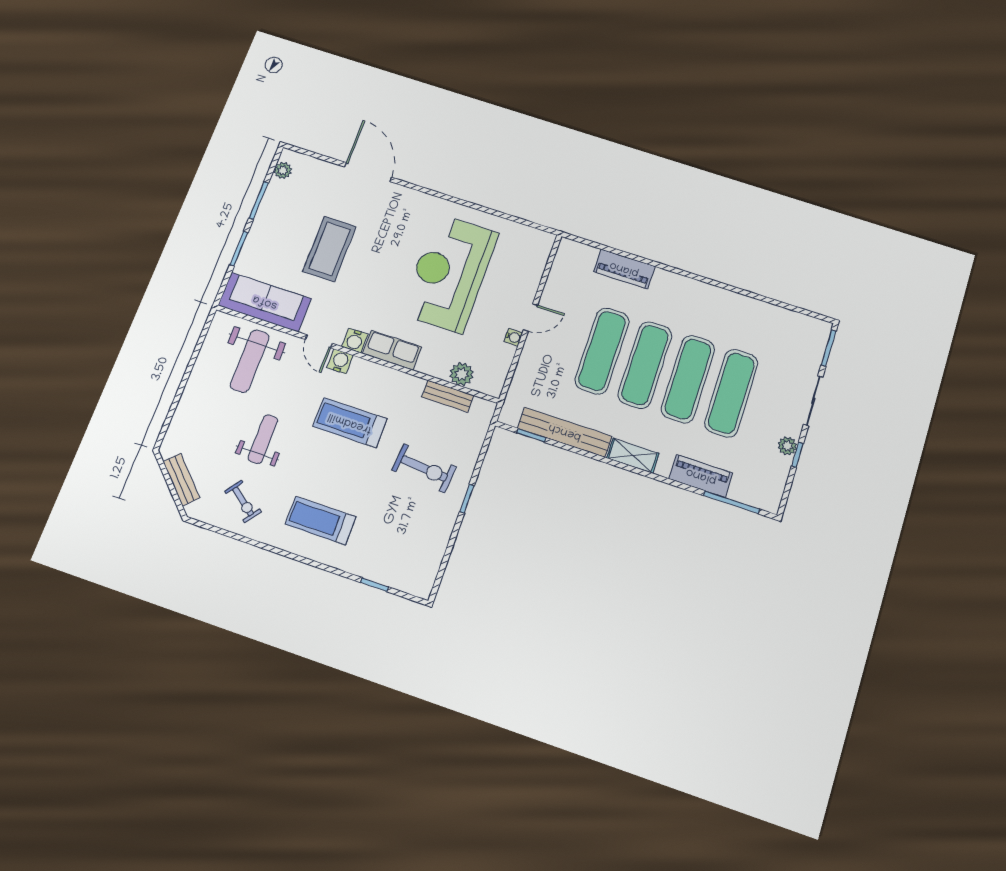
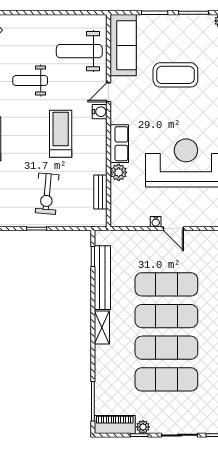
water cooler: (355, 340) -> (117, 116), removed
plant: (462, 374) -> (119, 172), moved
weight bench: (263, 439) -> (30, 81), turned 180
piano: (701, 476) -> (115, 424), moved, turned -90

